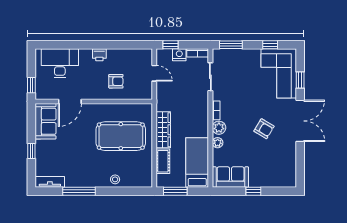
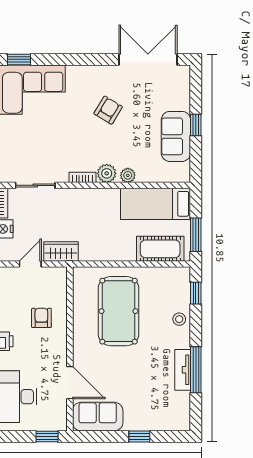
window: (300, 80) -> (19, 59), moved
double door: (300, 121) -> (148, 59), moved
wardrobe: (163, 130) -> (61, 251), moved, width x0.67
cot: (163, 161) -> (160, 249), width x1.37, depth x1.34
sofa: (231, 177) -> (176, 136), moved
tv unit: (50, 182) -> (183, 370), moved
window: (134, 191) -> (196, 293), added

